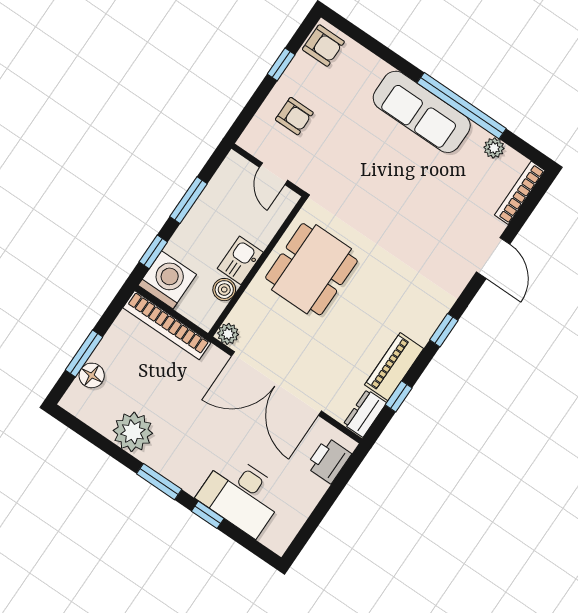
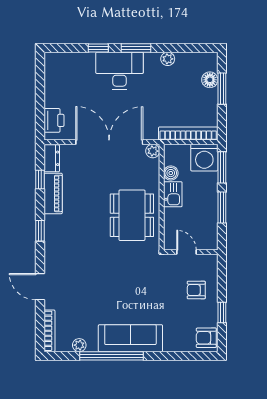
window: (153, 252) -> (222, 167), width x1.50
plant: (133, 432) -> (168, 59), width x0.53, depth x0.53
desk: (241, 495) -> (120, 71), moved

